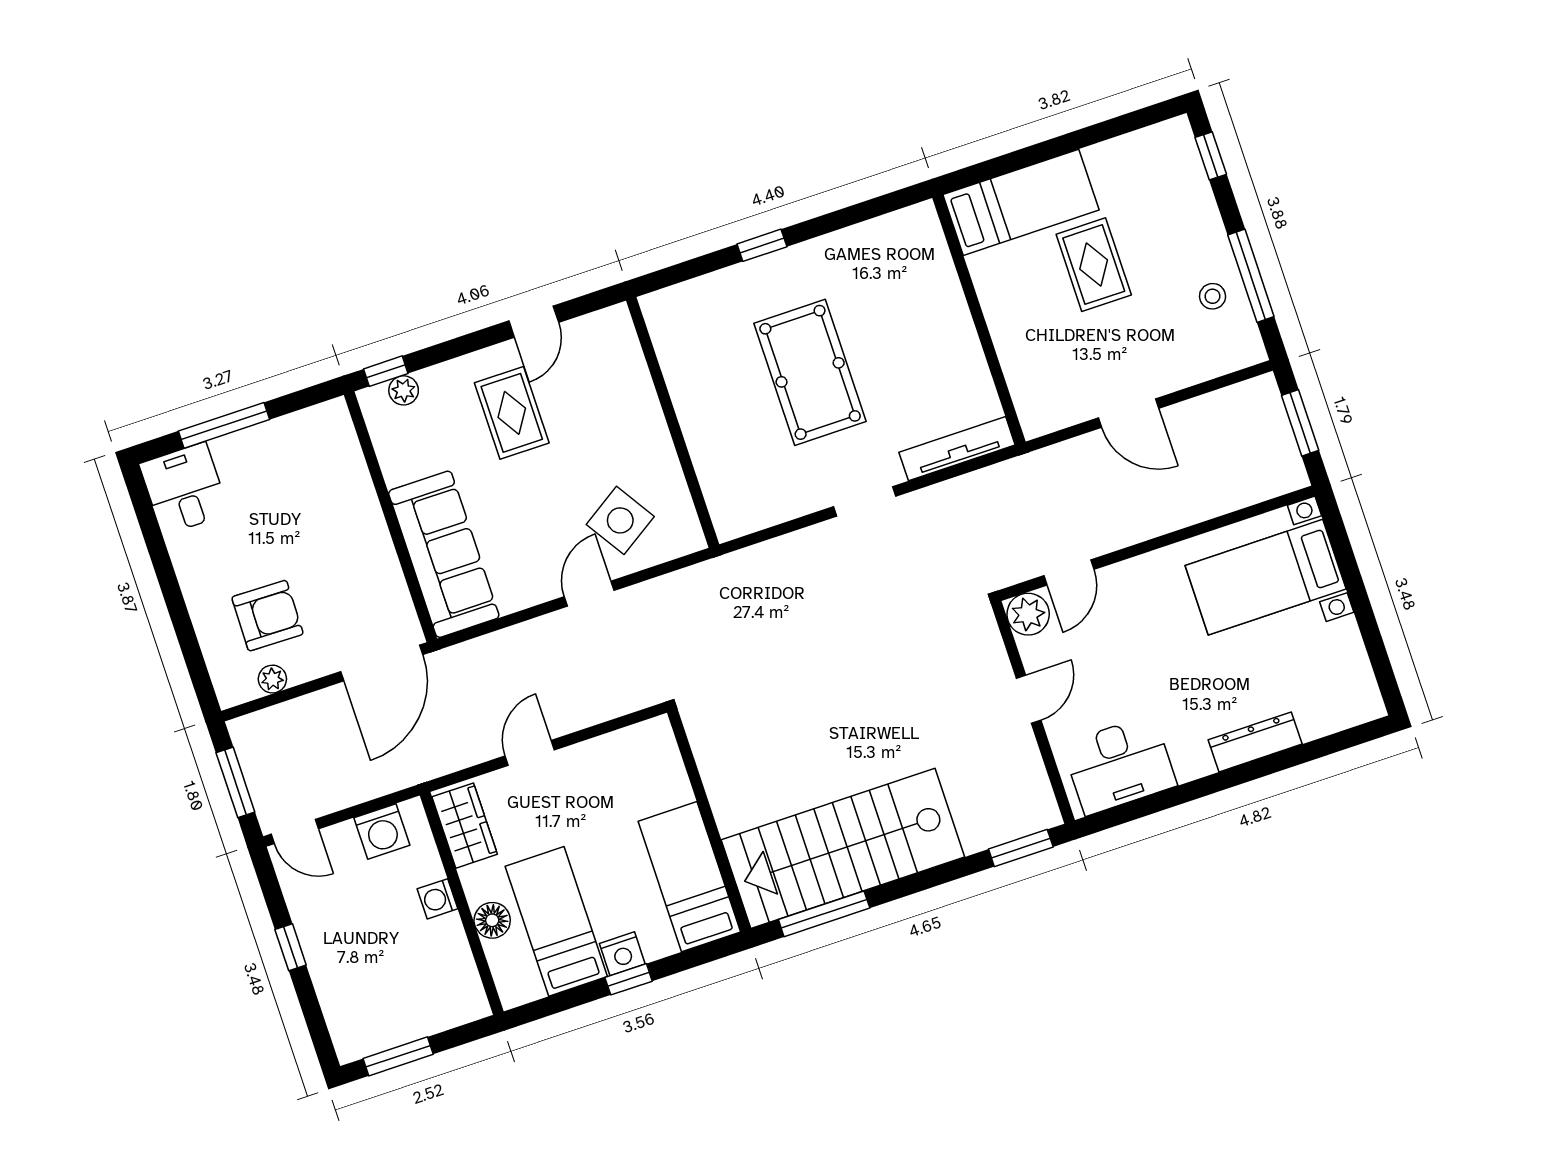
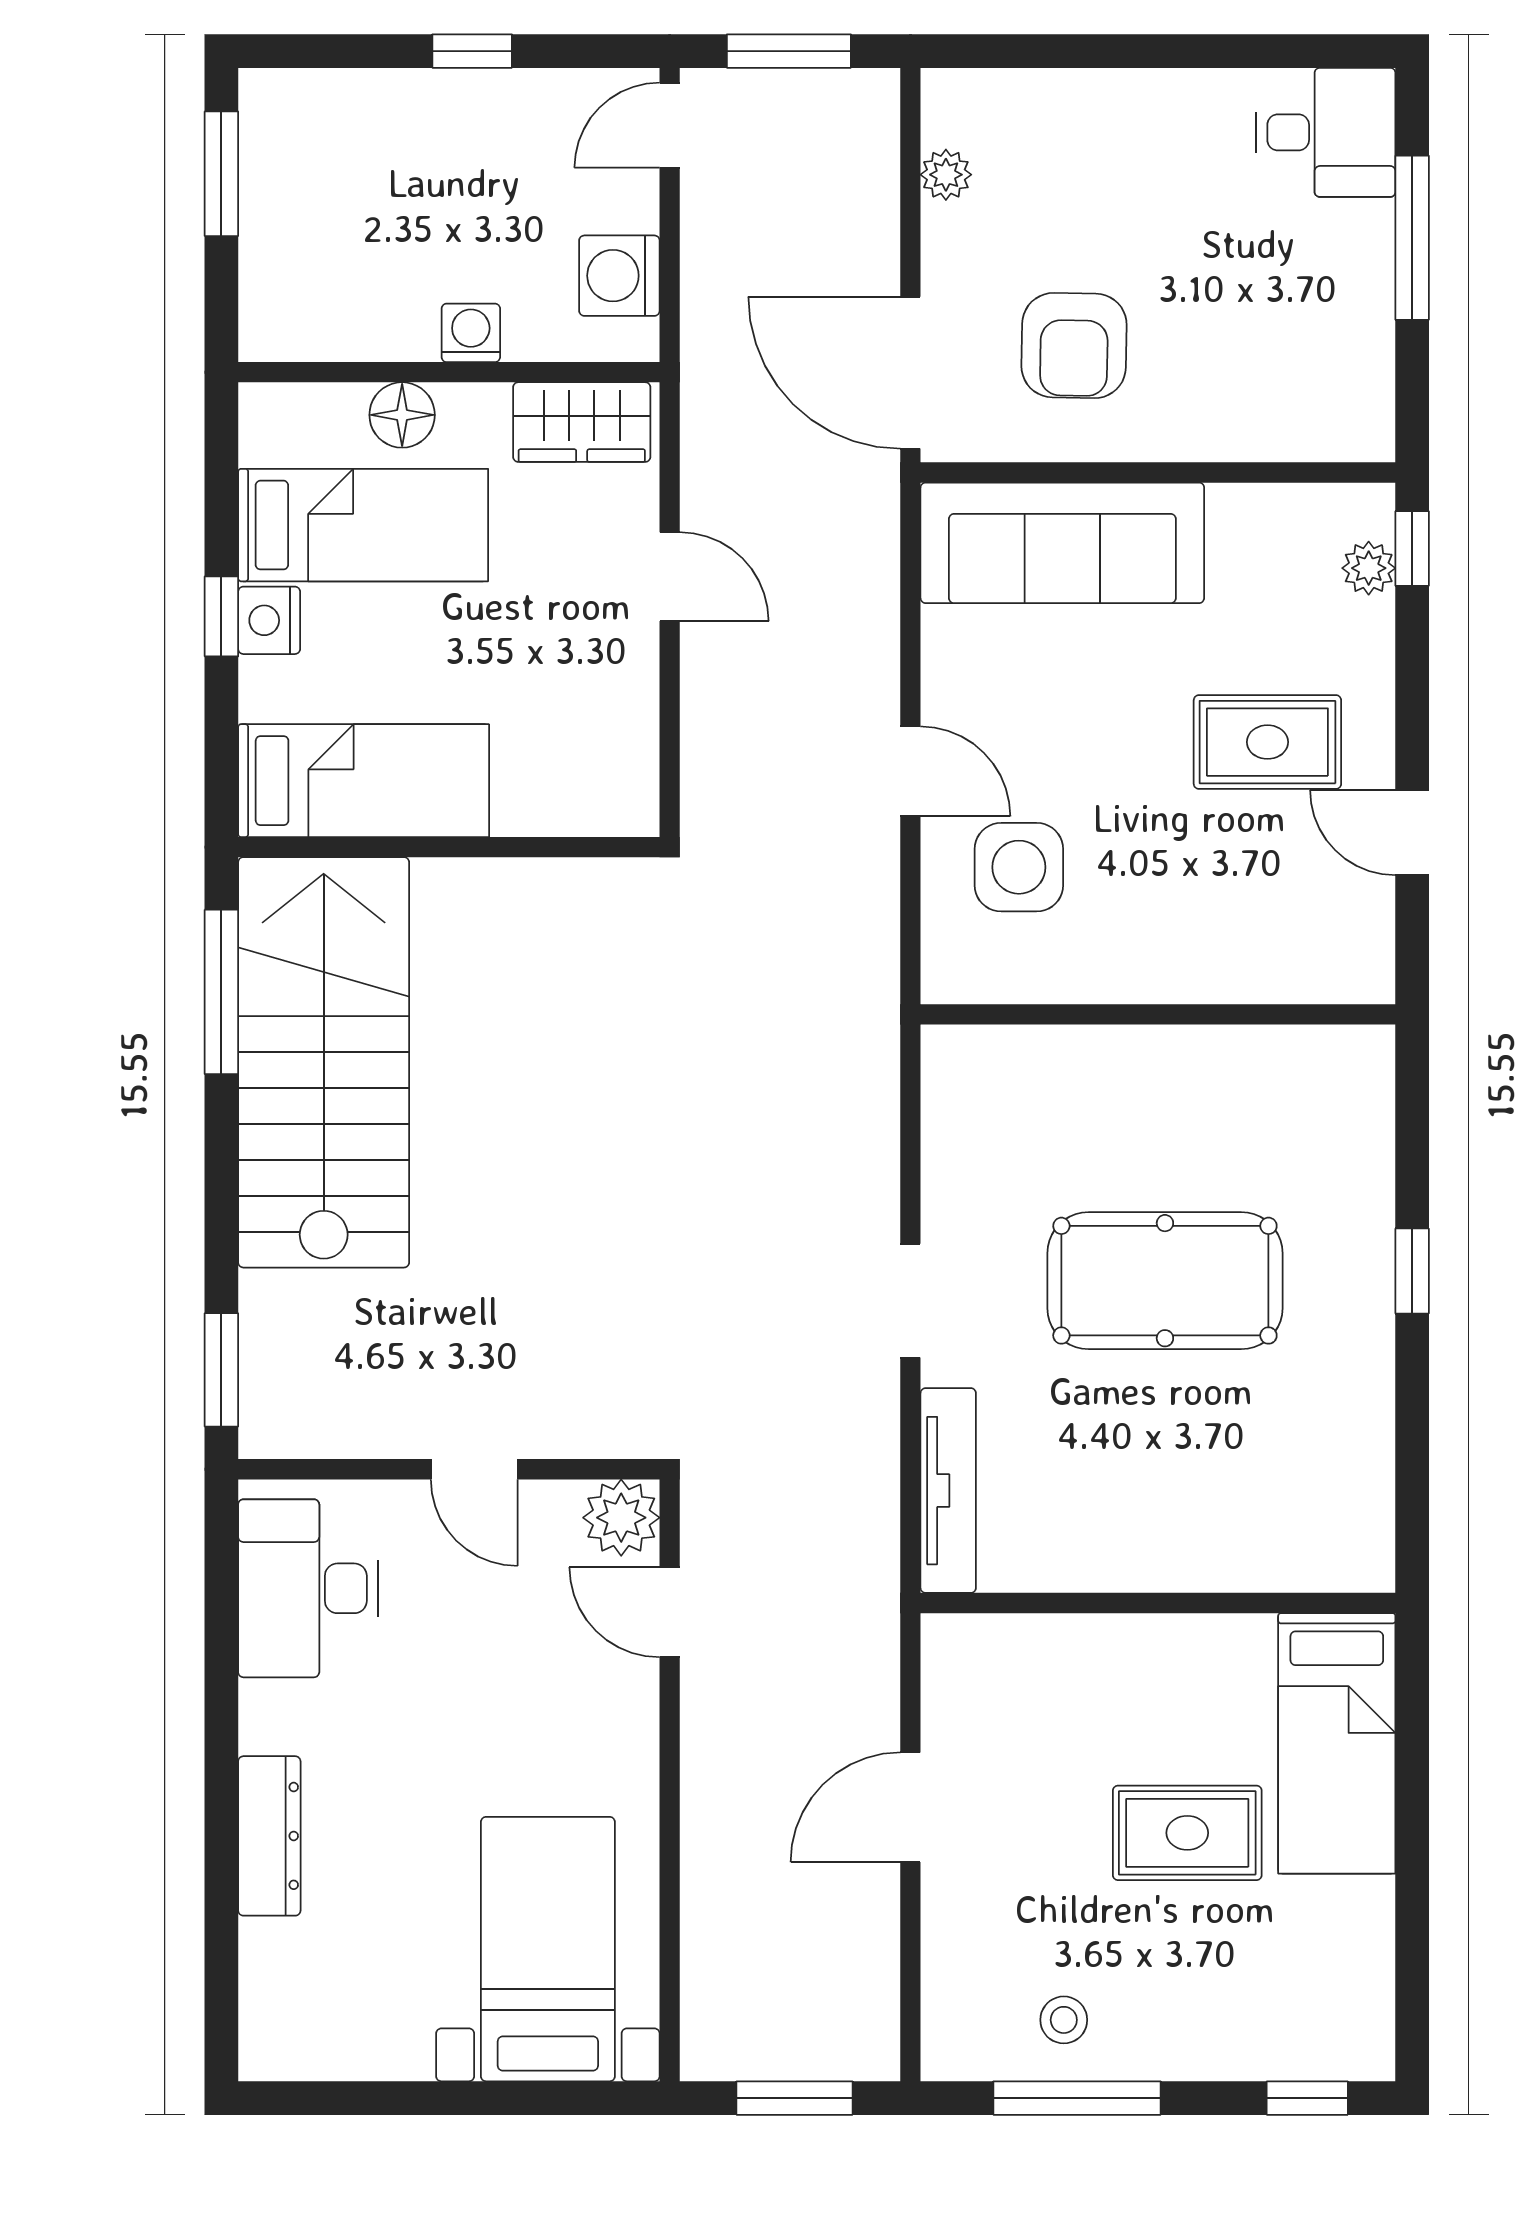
side table: (620, 520) -> (1019, 867), turned 33
armchair: (267, 616) -> (1074, 346), moved

